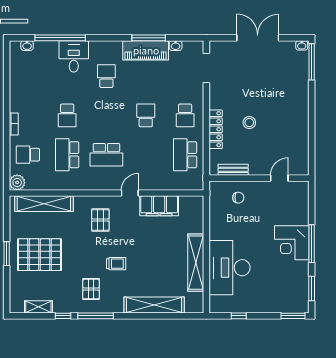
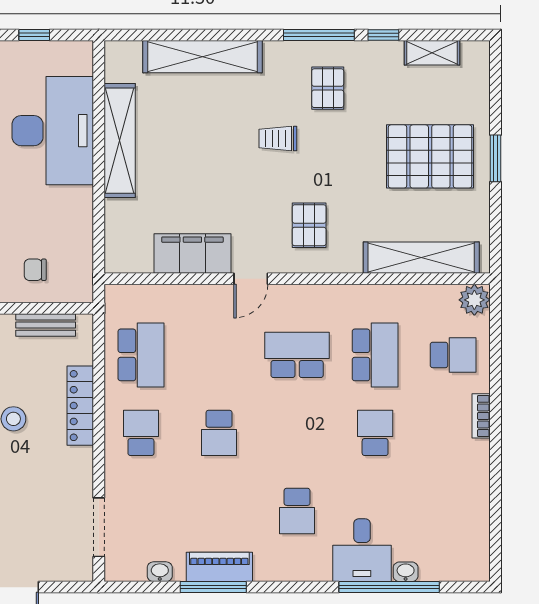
washbasin: (27, 46) -> (406, 572), moved
piano: (146, 50) -> (219, 567), width x0.73, depth x0.75

